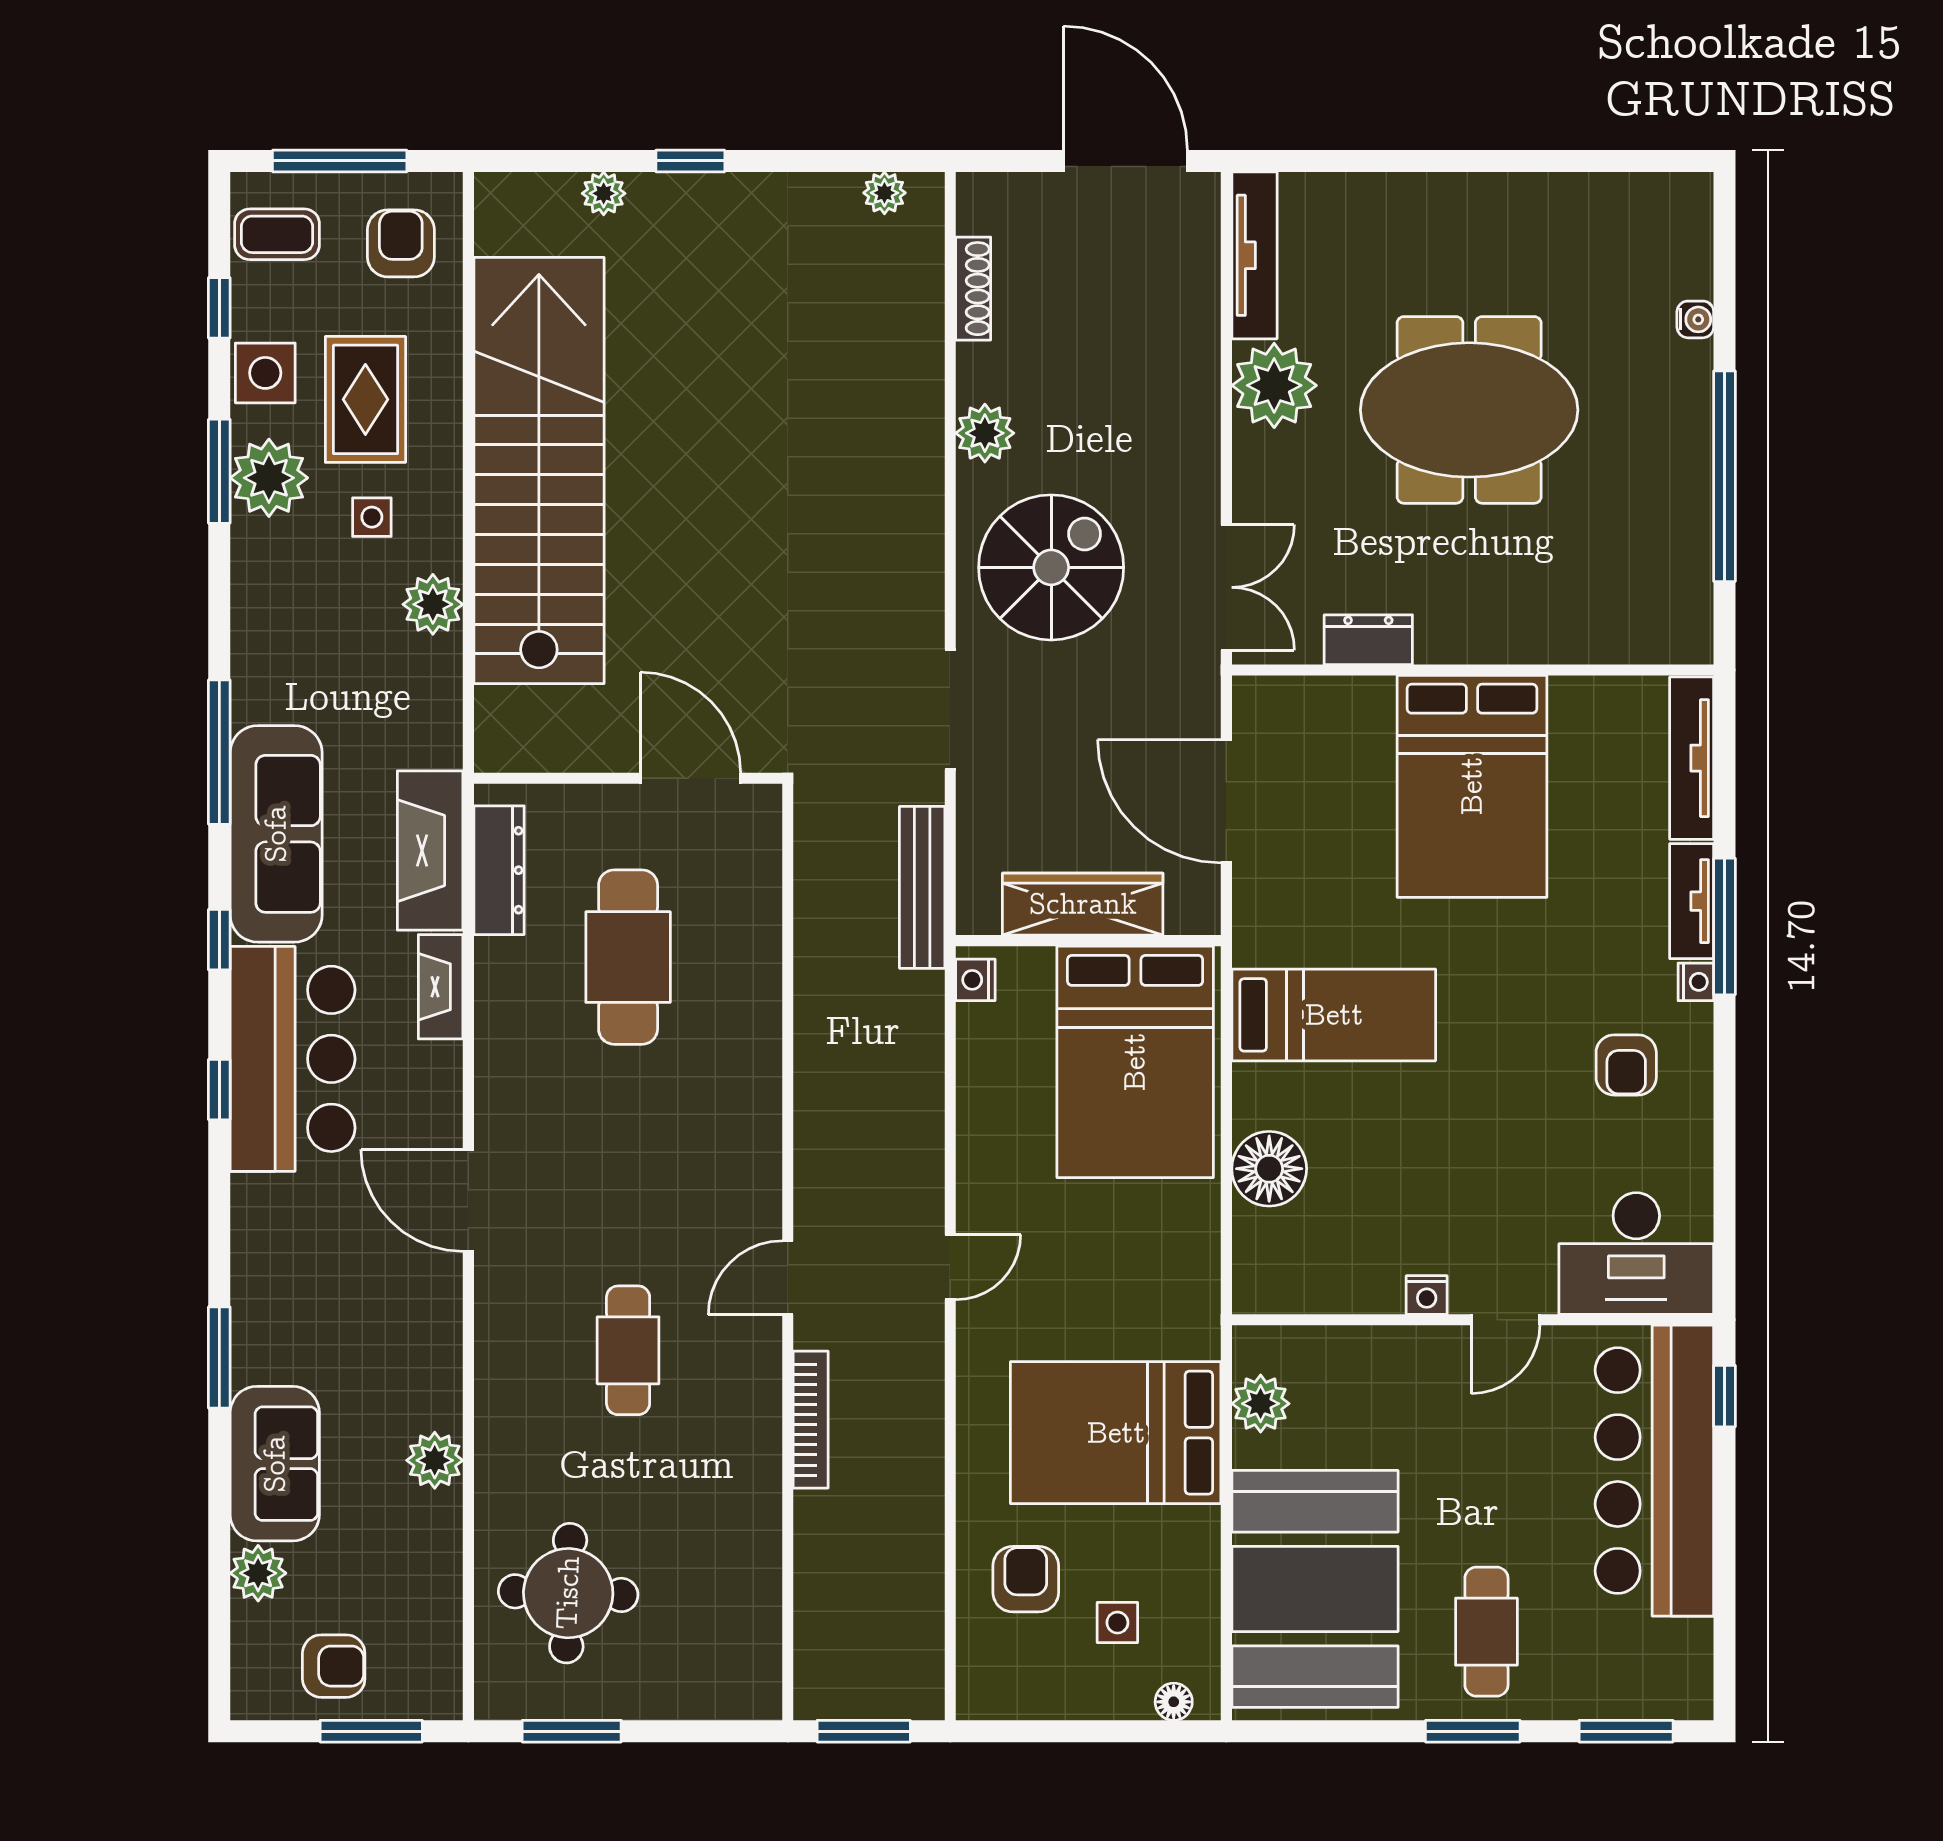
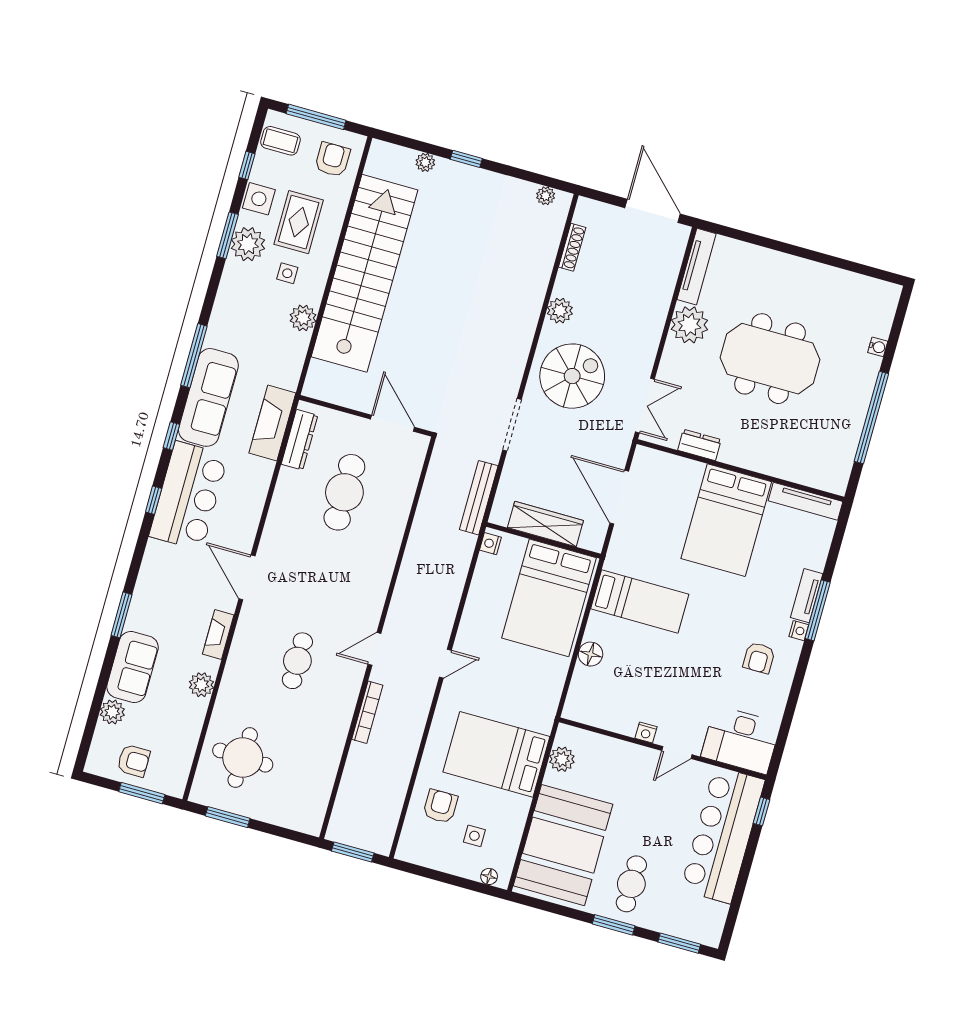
tv unit: (1692, 758) -> (806, 501), moved, turned -90
fireplace: (441, 987) -> (218, 635), moved
floor lamp: (1269, 1169) -> (591, 654), width x0.73, depth x0.73

